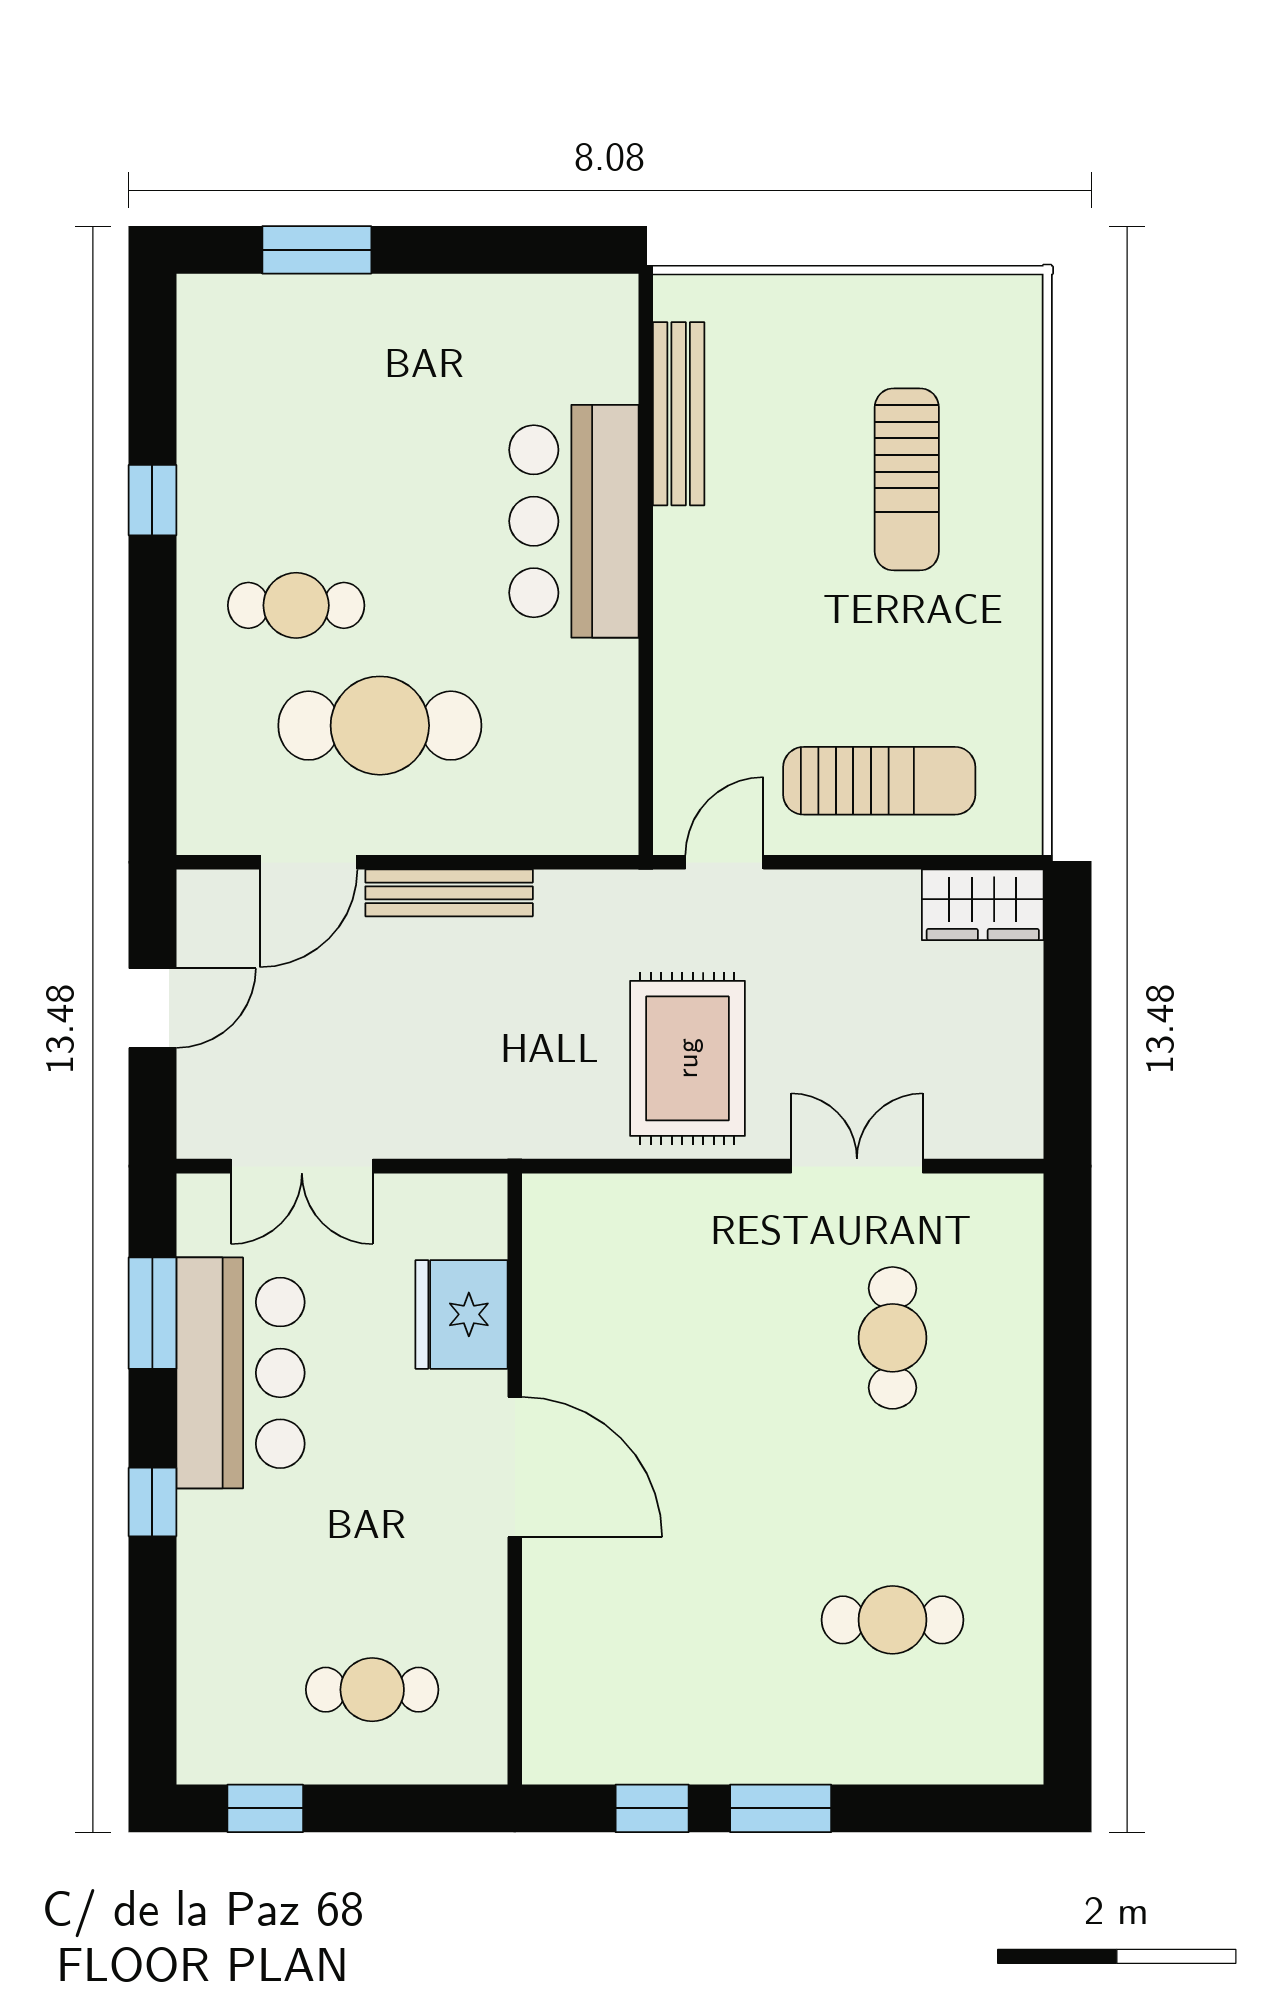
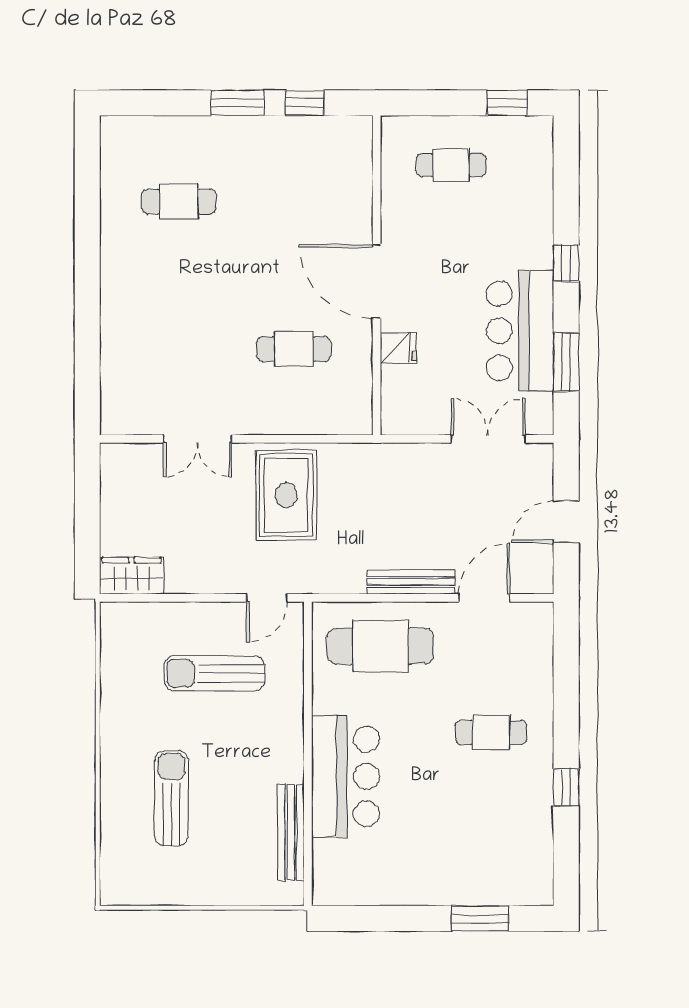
cafe table: (380, 726) -> (380, 646), moved
sun lounger: (879, 781) -> (214, 673), moved
fridge: (461, 1314) -> (398, 348), width x0.53, depth x0.75
cafe table: (893, 1338) -> (294, 349), moved, turned 90

